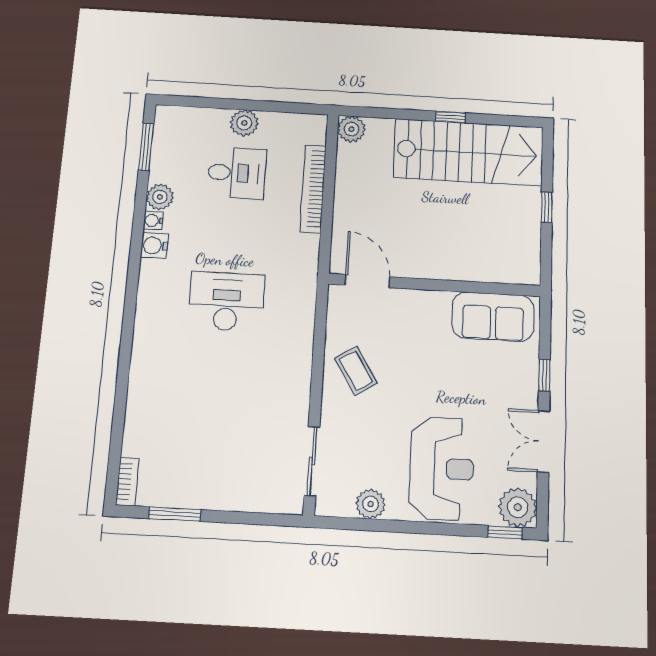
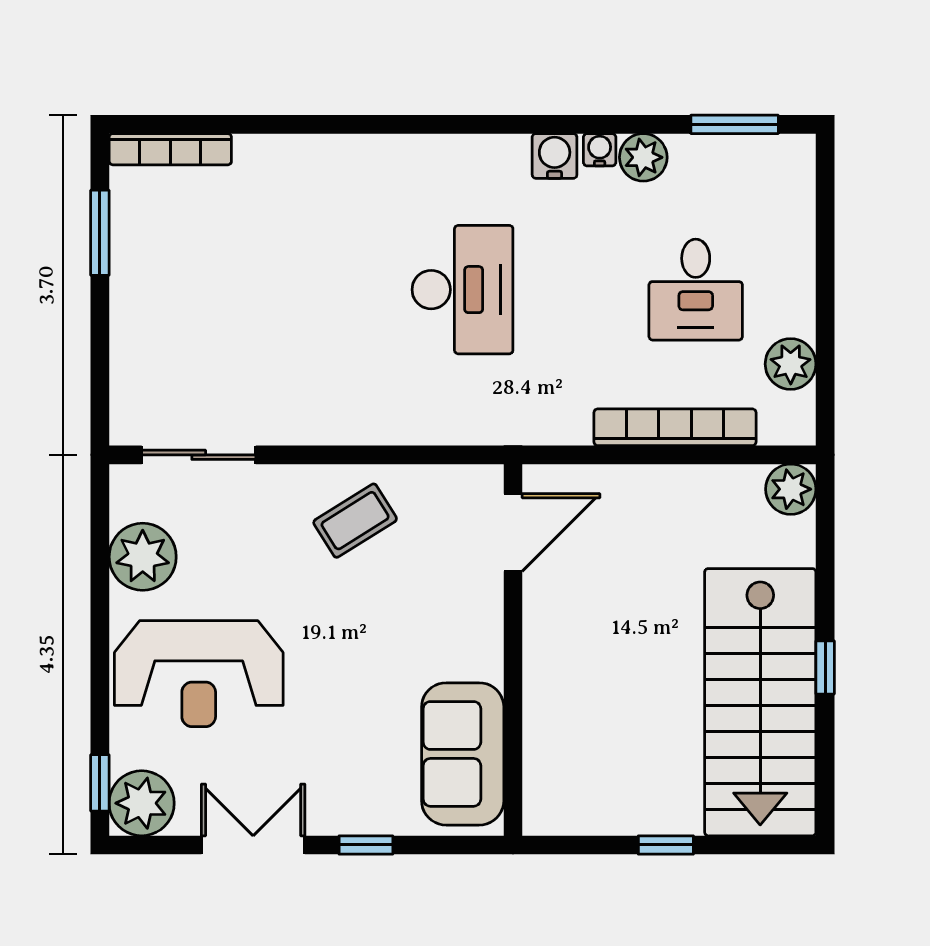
plant: (244, 123) -> (791, 364), moved
bookcase: (127, 482) -> (170, 149), width x1.56
plant: (371, 504) -> (143, 557), width x1.36, depth x1.36

